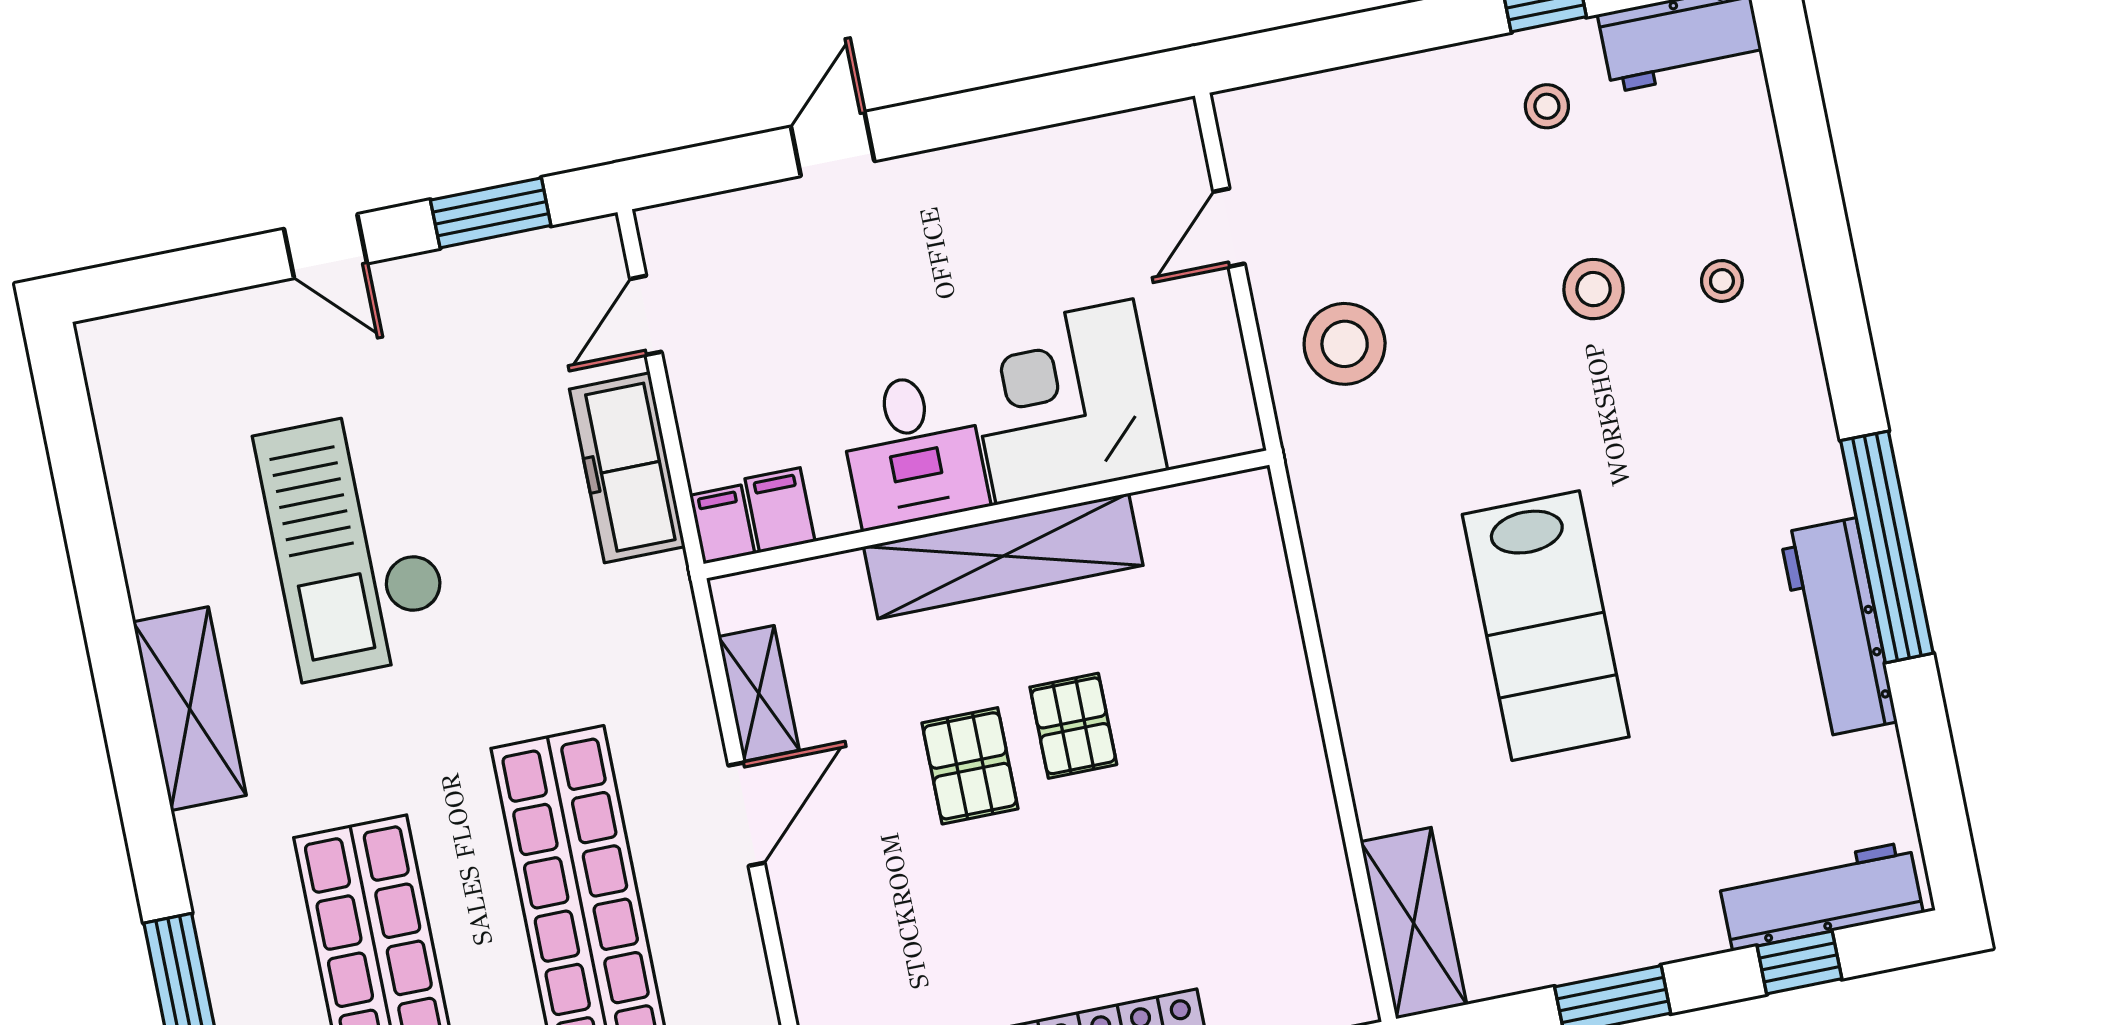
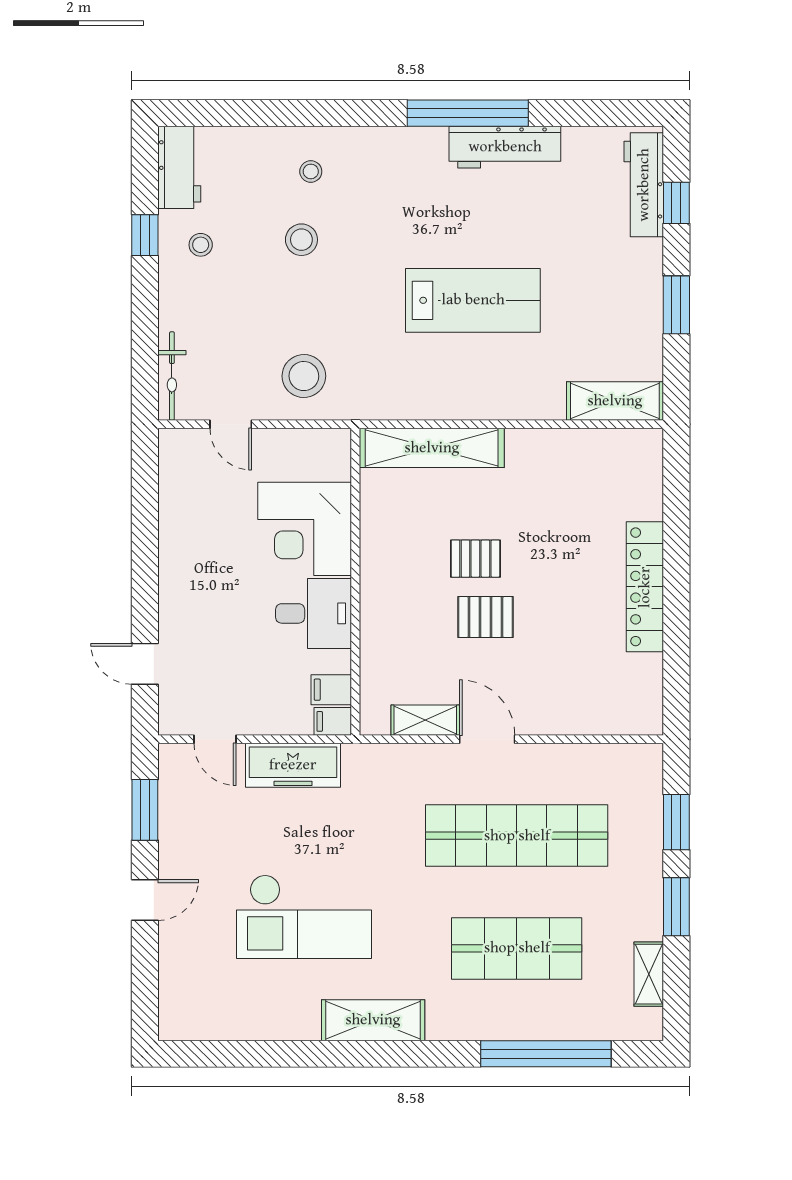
bicycle: (1296, 102) -> (172, 376), added
door: (833, 144) -> (145, 664), moved
shelving: (1003, 556) -> (432, 448), moved, turned 90

